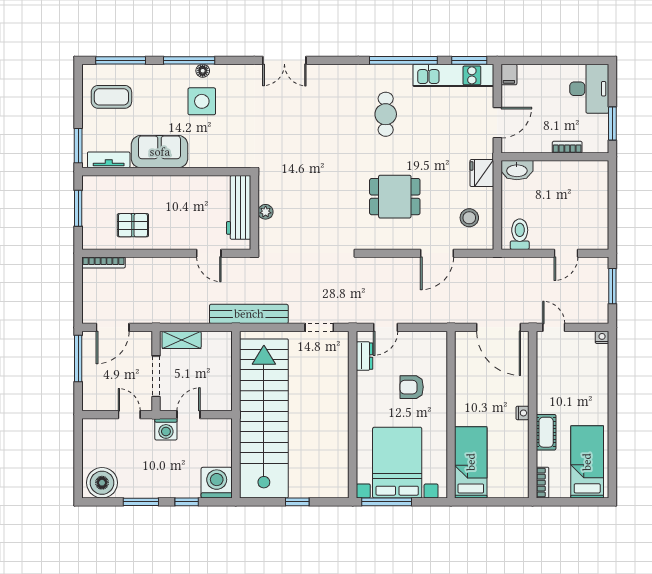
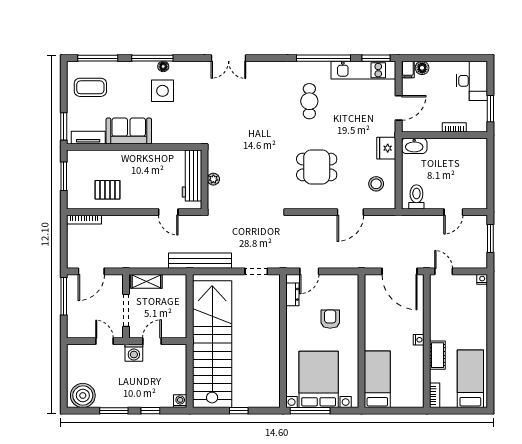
floor lamp: (527, 72) -> (422, 68), added
armchair: (412, 387) -> (330, 319), turned 90
washing machine: (217, 483) -> (180, 401), width x0.53, depth x0.53

